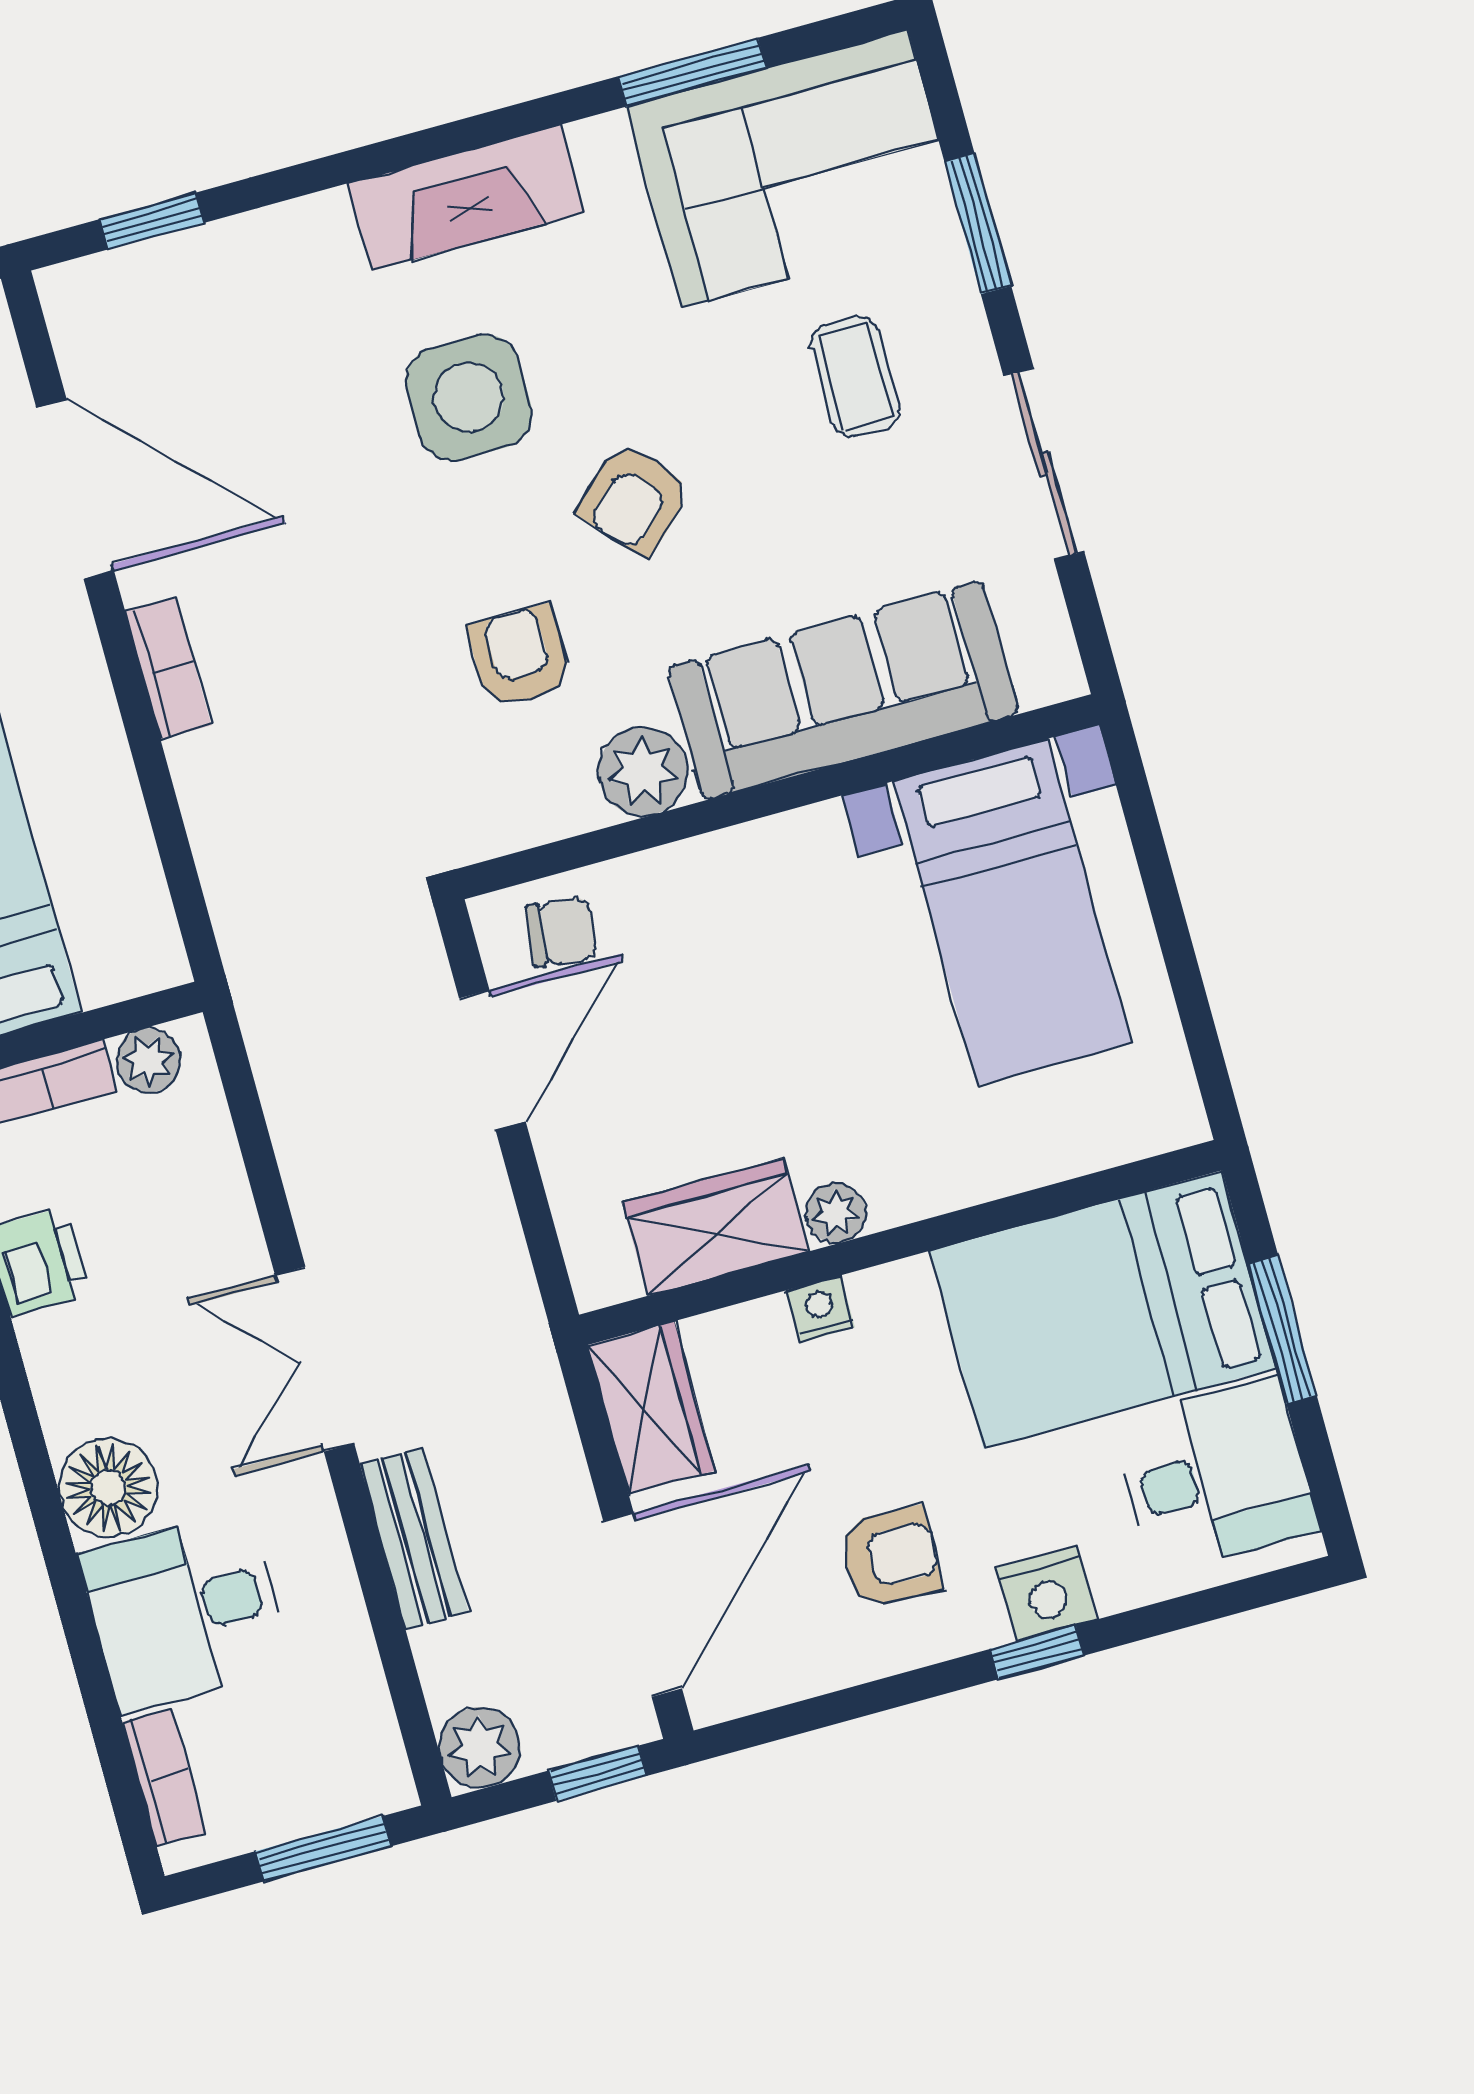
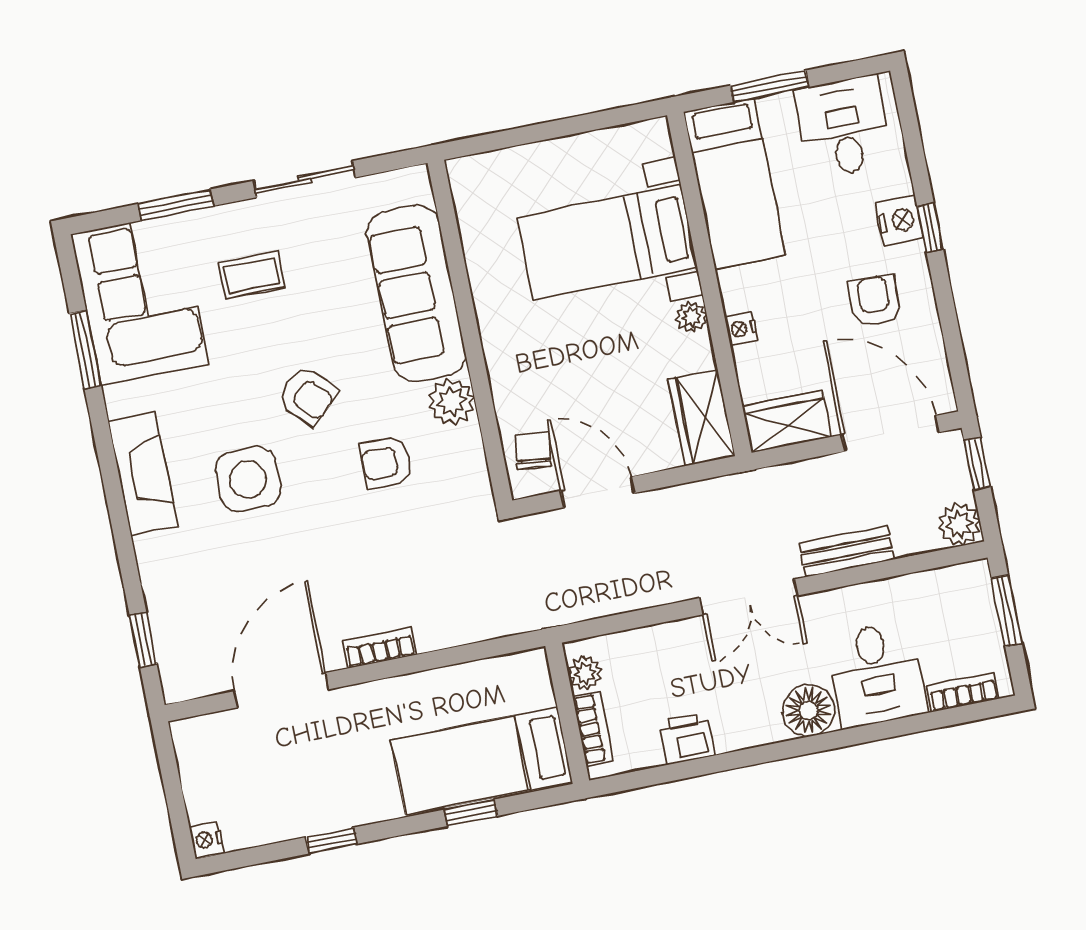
bed with nightstands: (1013, 912) -> (607, 242), moved, turned 180
wardrobe: (716, 1227) -> (702, 418), moved
bed: (1103, 1309) -> (734, 183), width x0.67

